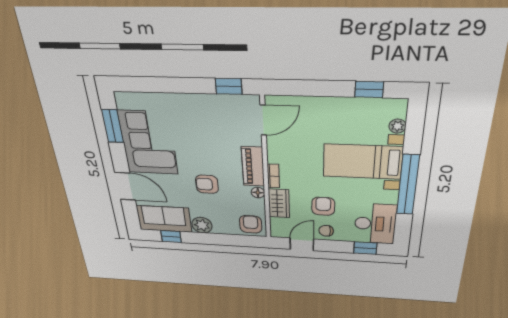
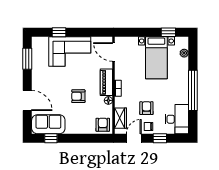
window: (229, 86) -> (59, 32), moved
door: (263, 120) -> (113, 52), swing flipped
corner sofa: (148, 143) -> (70, 52), moved, turned 90
bed with nightstands: (363, 162) -> (156, 58), moved, turned -90
wardrobe: (279, 203) -> (120, 118), moved
plant: (202, 225) -> (72, 128), removed
window: (365, 248) -> (160, 138), moved

